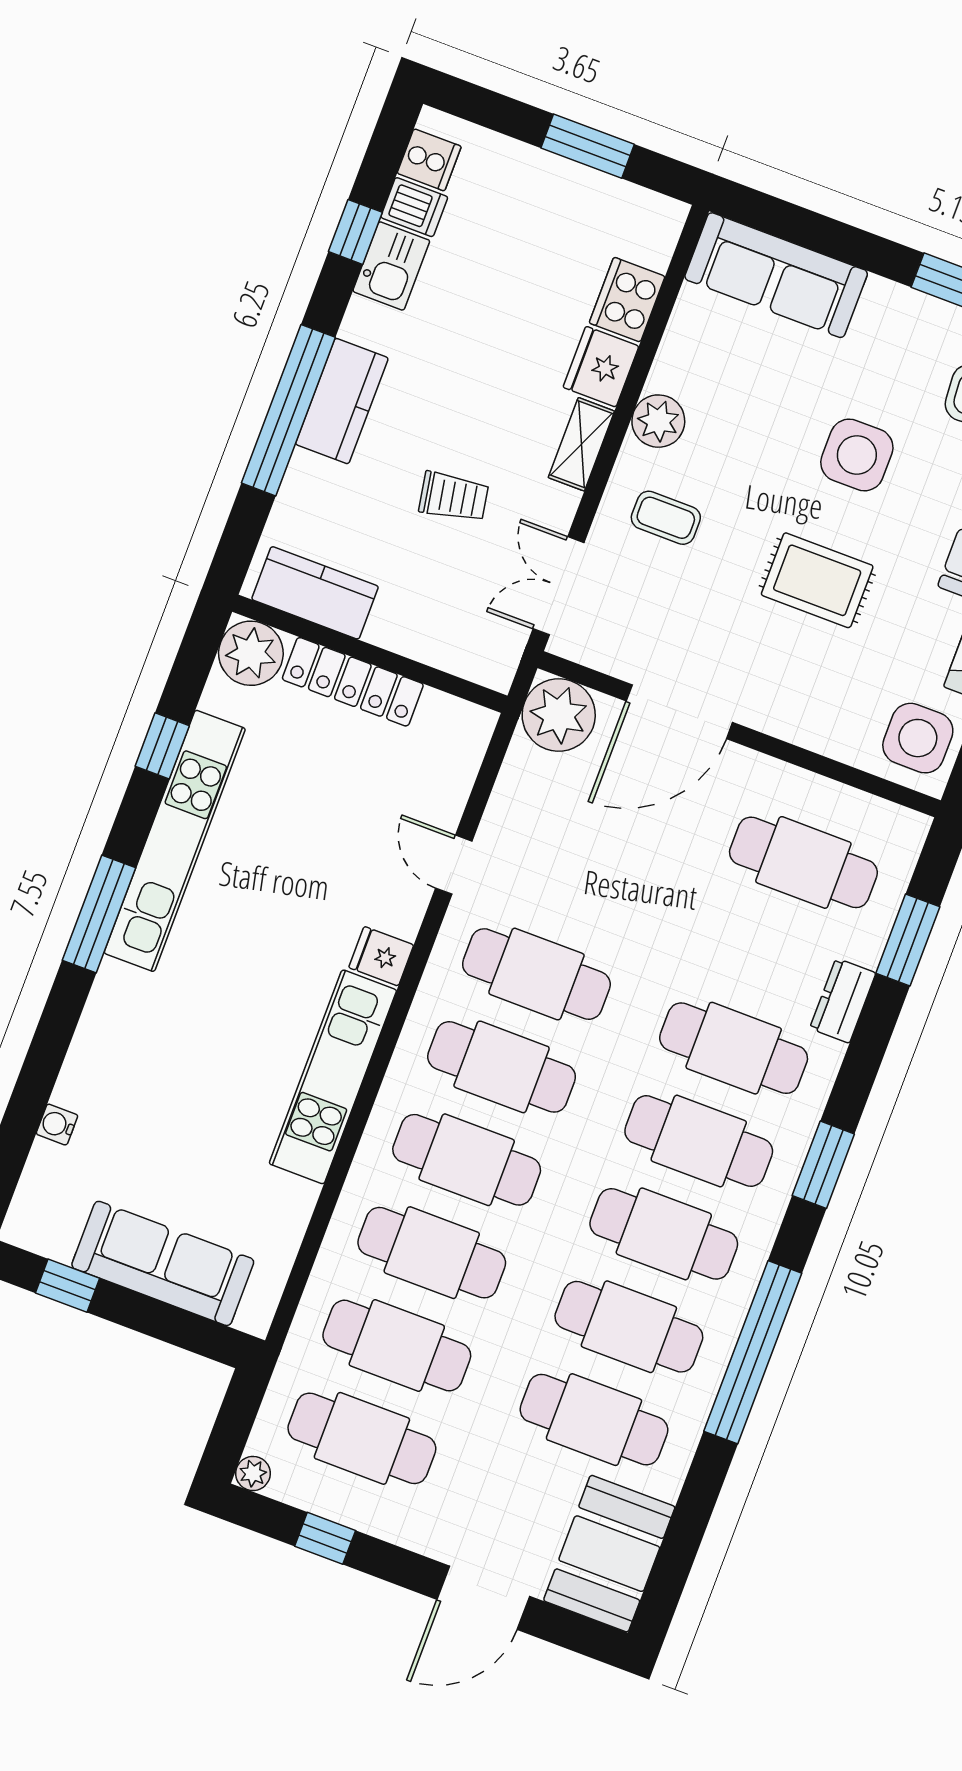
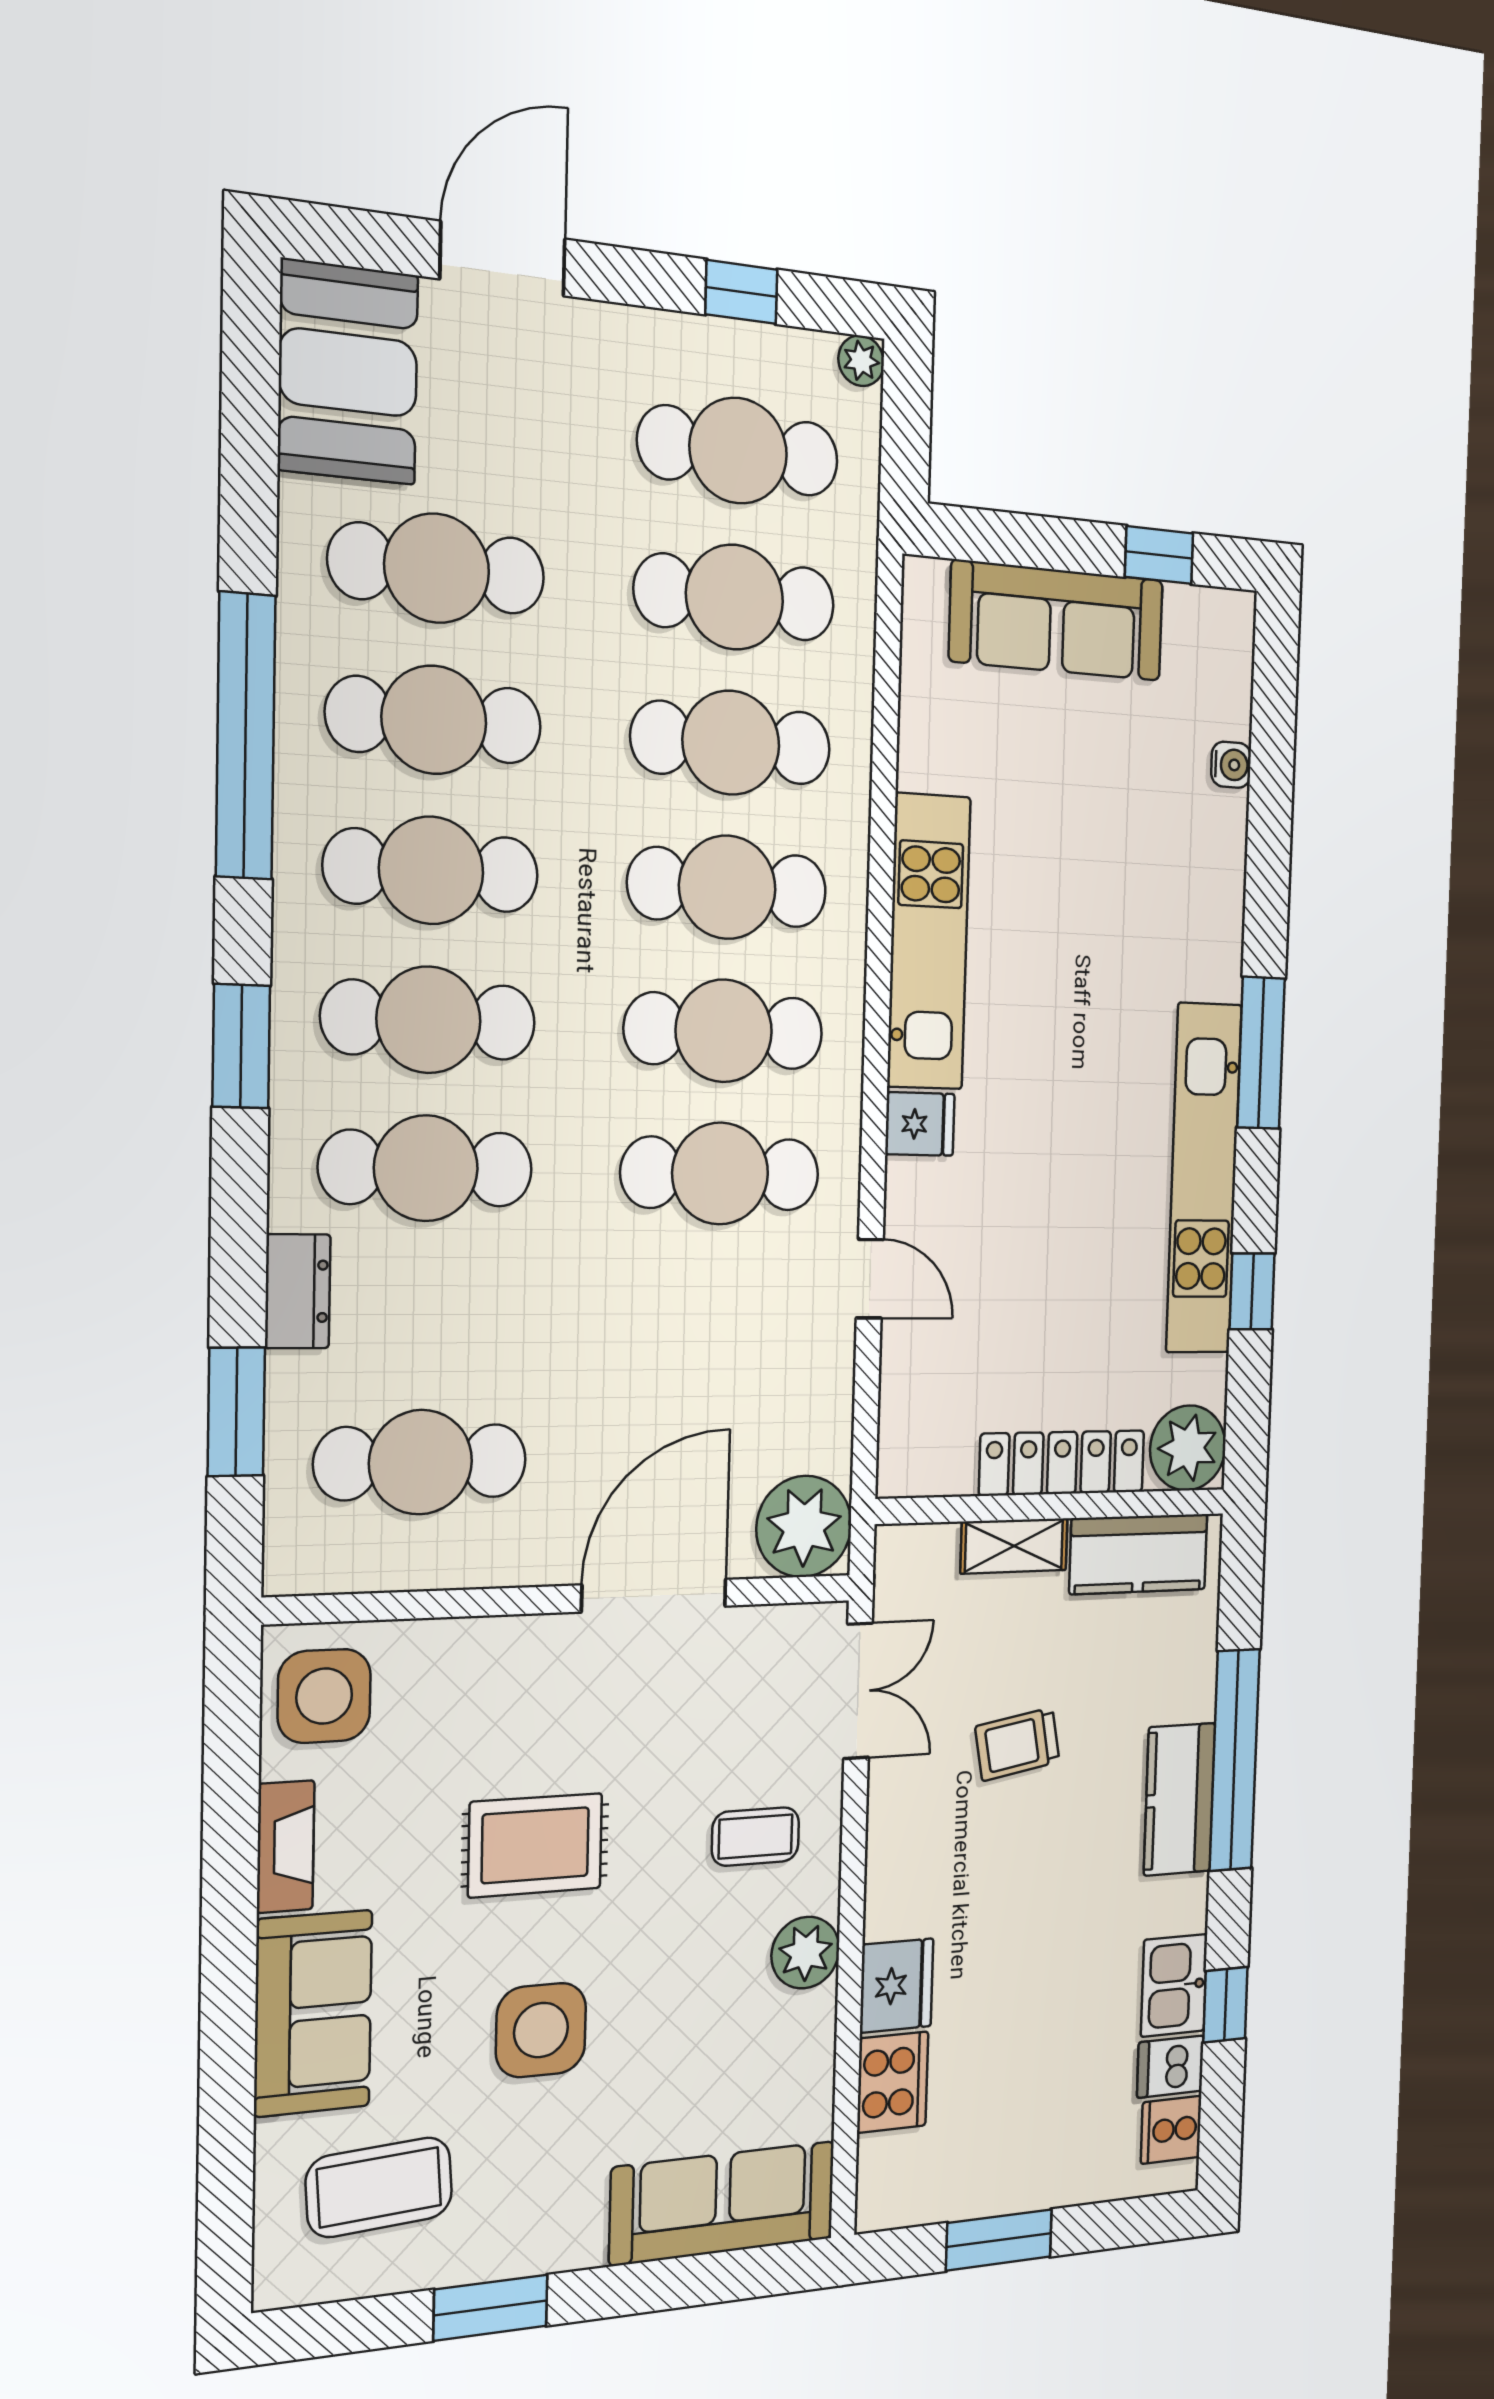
shelving: (581, 444) -> (1014, 1546), moved, turned 90

